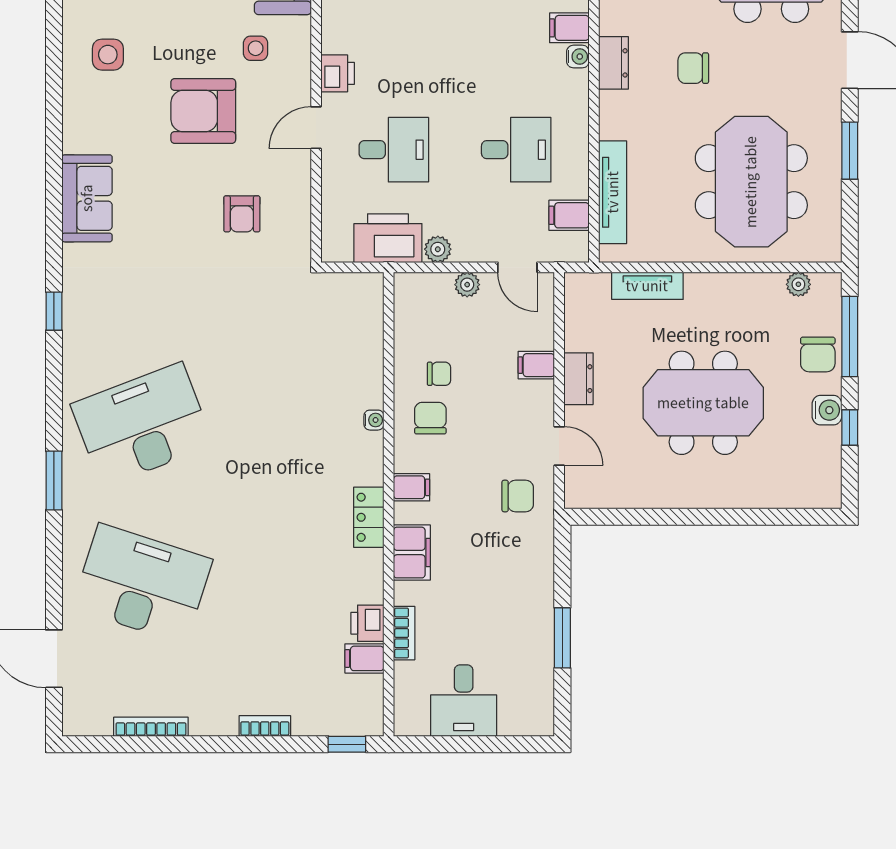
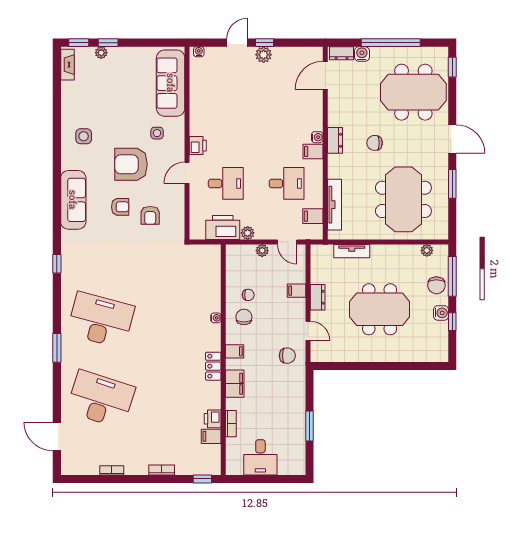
filing cabinet: (569, 28) -> (313, 151), moved
armchair: (181, 197) -> (120, 207), added
sofa: (87, 198) -> (73, 200), width x1.36
desk: (142, 425) -> (101, 320), turned 36
bookcase: (151, 727) -> (112, 470), width x0.64

